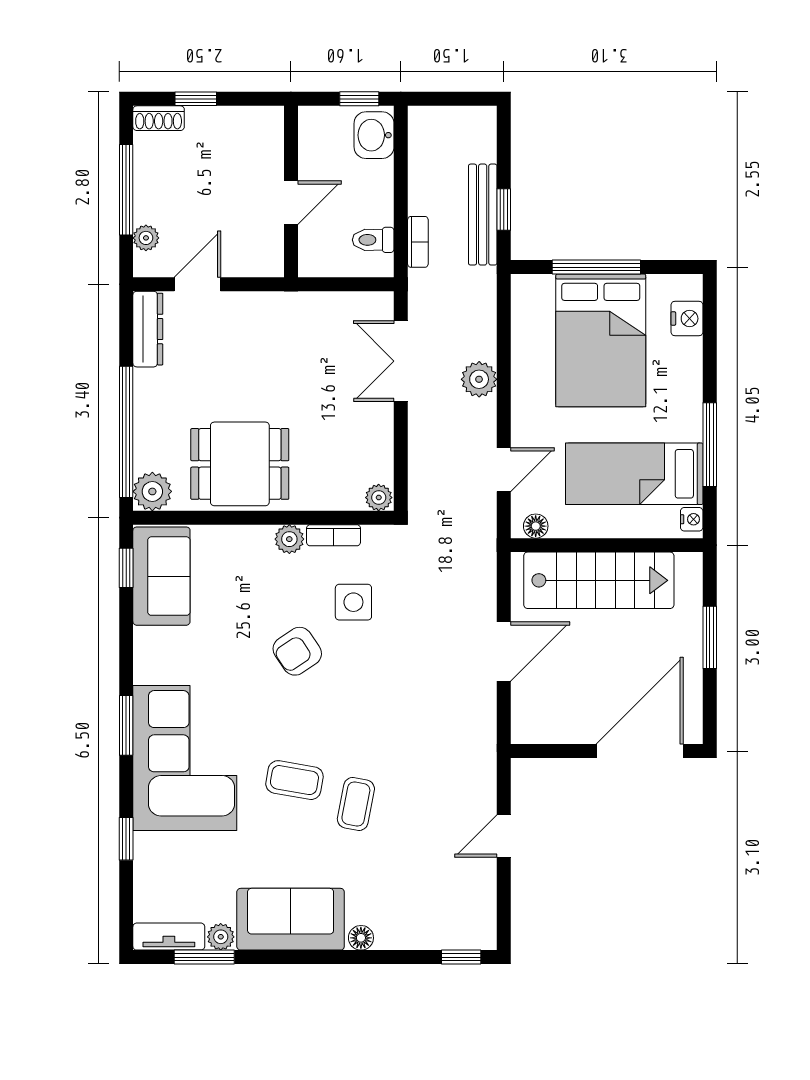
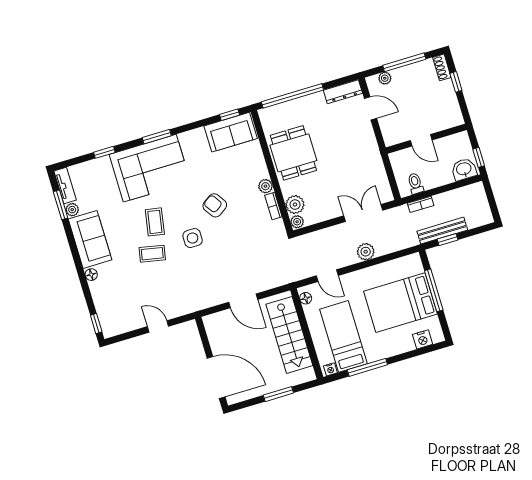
plant: (152, 491) -> (295, 205), moved
side table: (353, 602) -> (193, 238), moved

